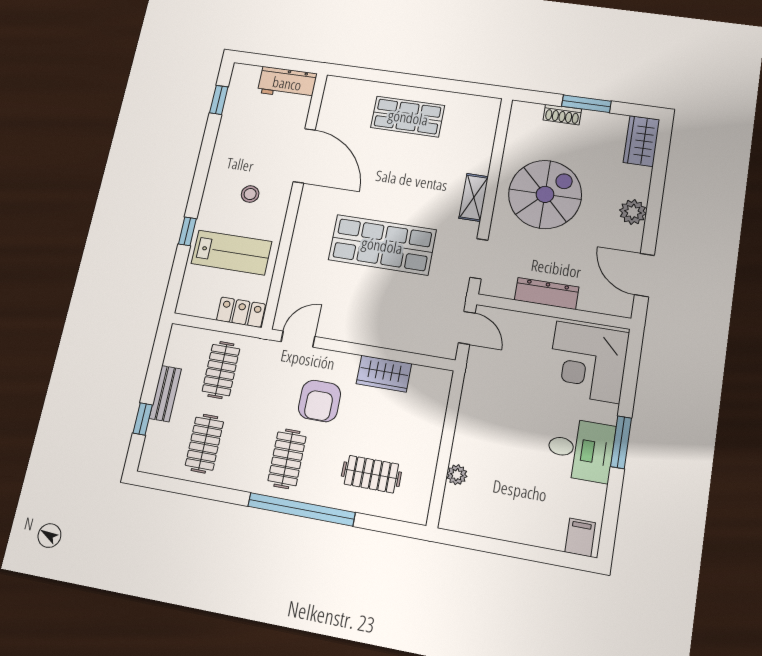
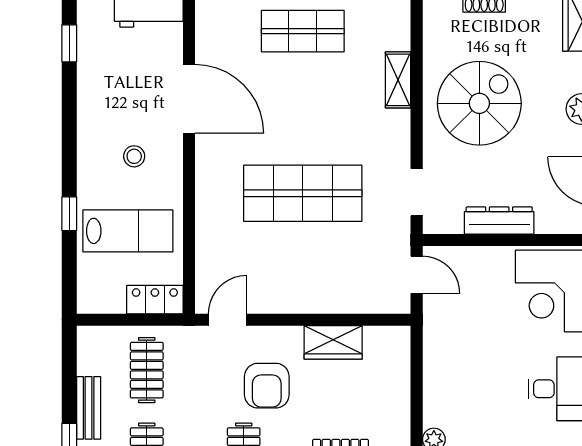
shelving: (474, 197) -> (398, 80), moved

